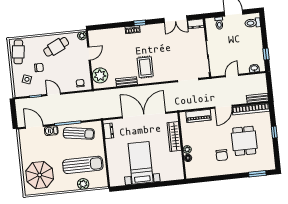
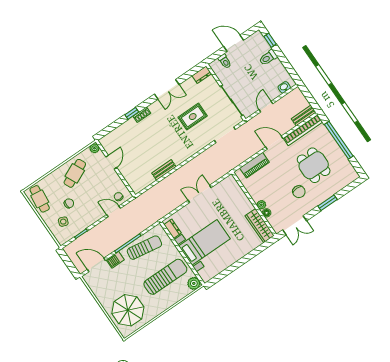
double door: (175, 19) -> (167, 89), moved
window: (140, 23) -> (132, 113), moved
toilet: (253, 23) -> (268, 58), moved
window: (266, 54) -> (270, 40), moved
rug: (145, 67) -> (193, 117), moved, turned 90
plant: (100, 75) -> (134, 178), removed
door: (54, 94) -> (114, 211), moved
door: (223, 107) -> (274, 143), swing flipped
double door: (144, 115) -> (200, 194), width x0.54
window: (274, 132) -> (339, 140), width x3.17
wardrobe: (174, 137) -> (260, 226), moved
bed with nightstands: (141, 163) -> (204, 242), moved, turned 90
window: (257, 174) -> (327, 203), moved
double door: (204, 179) -> (295, 225), added
plant: (83, 184) -> (194, 283), moved

